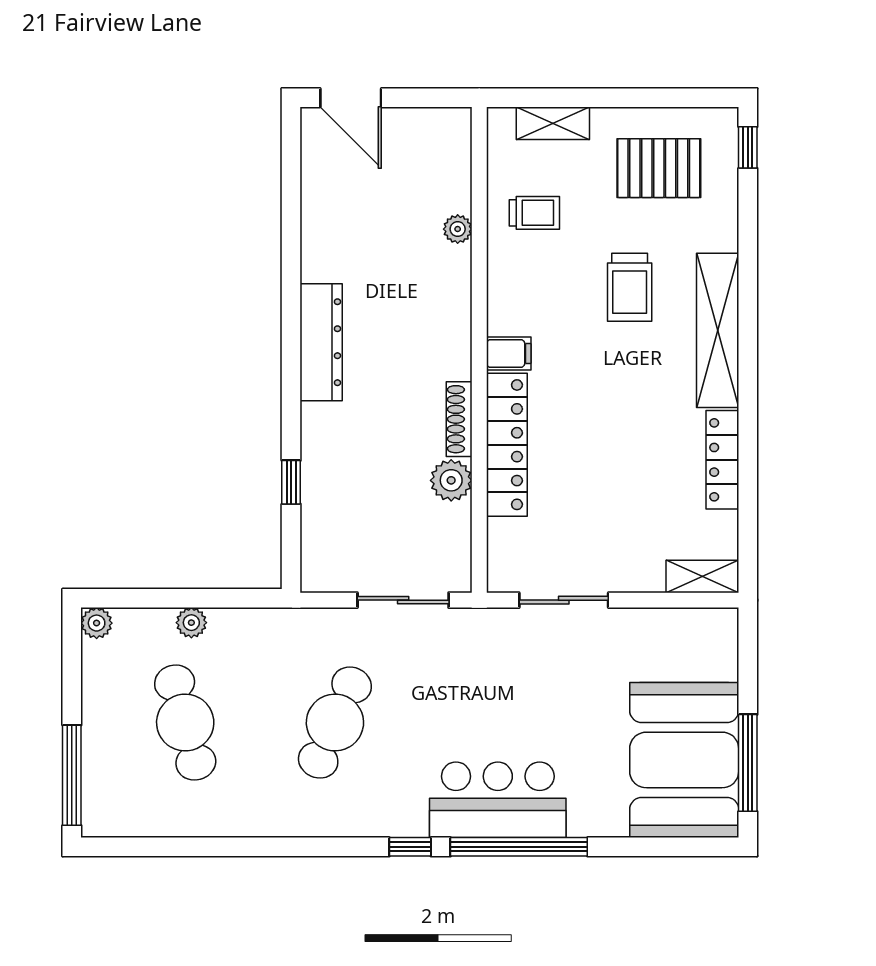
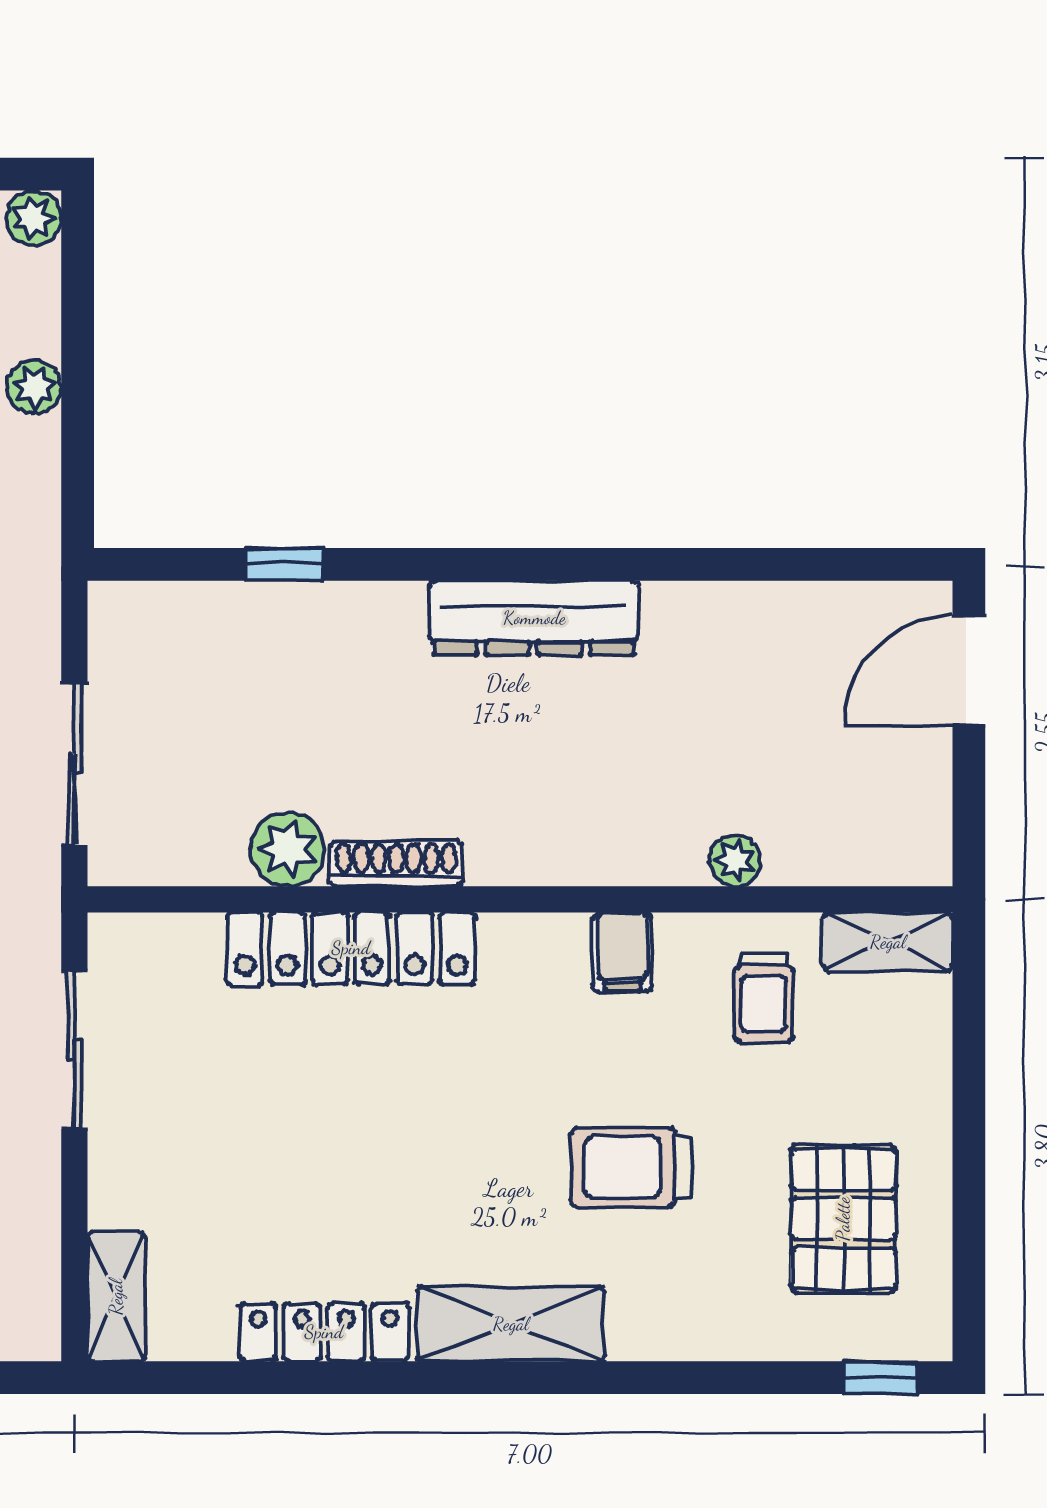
shelving: (553, 123) -> (888, 942), moved, turned 90
shelving: (718, 330) -> (511, 1324), width x0.68
filing cabinet: (509, 353) -> (622, 952), moved

